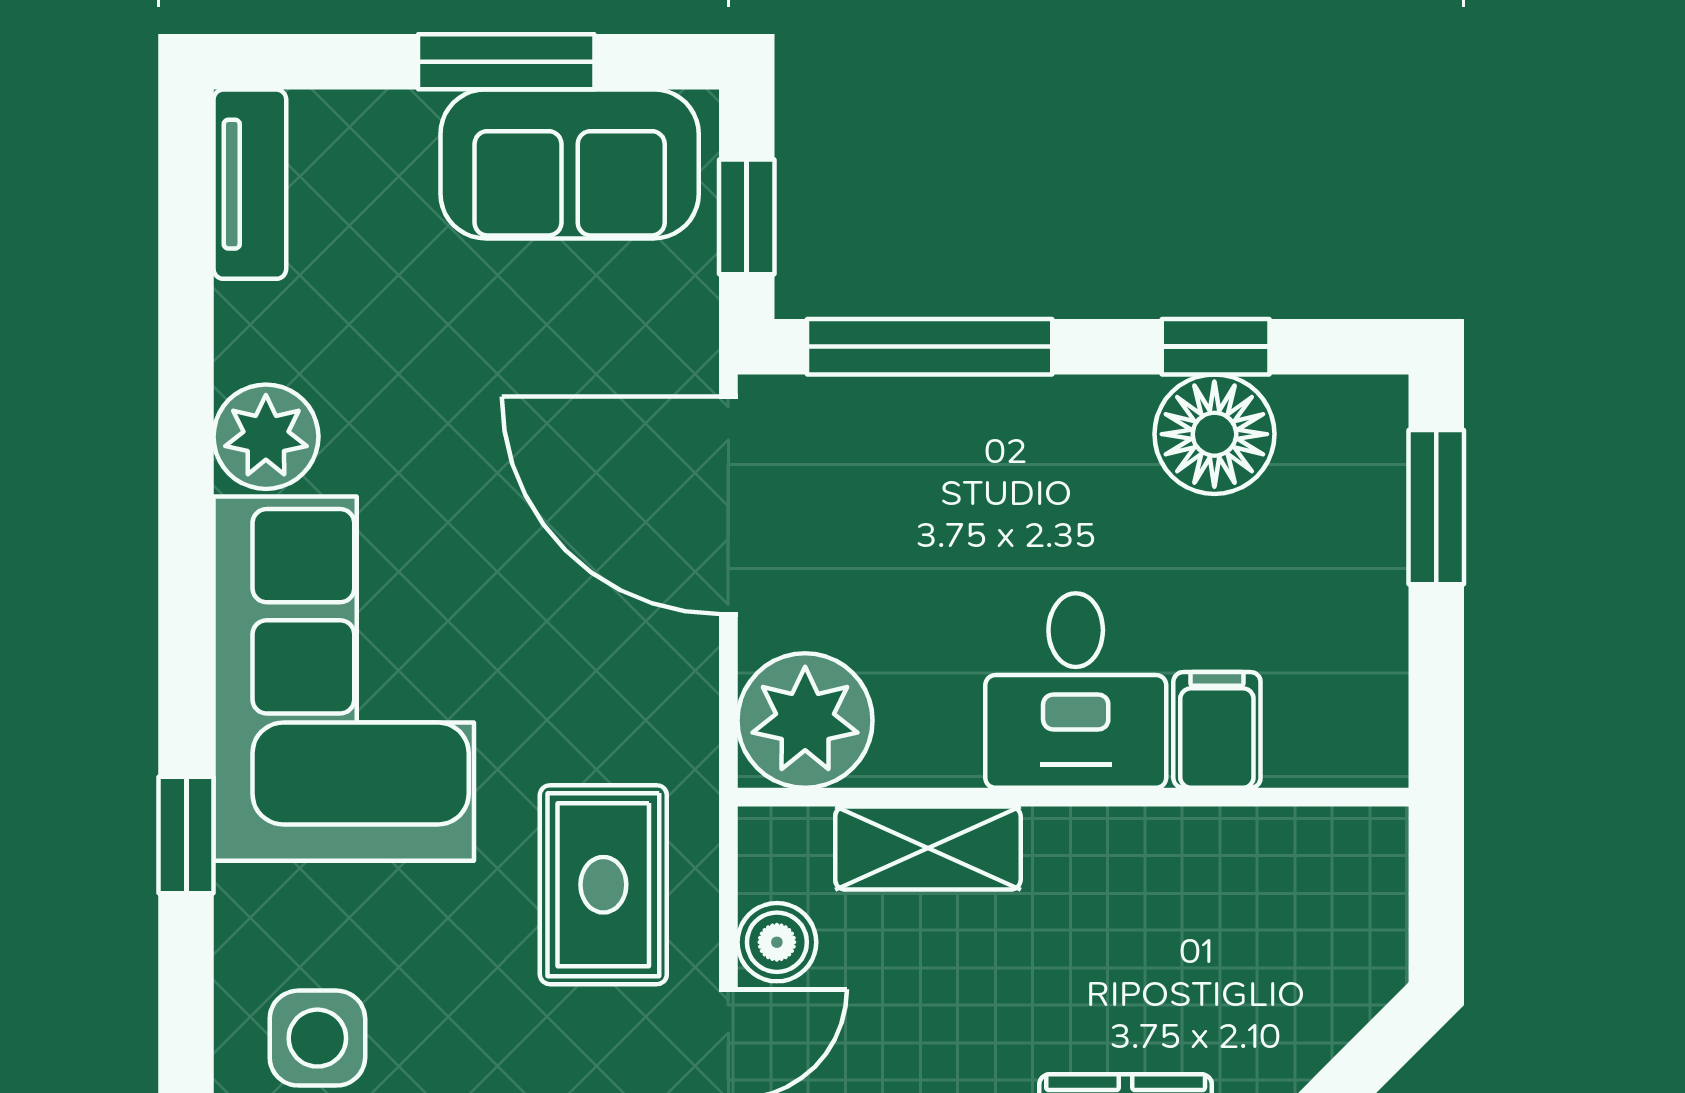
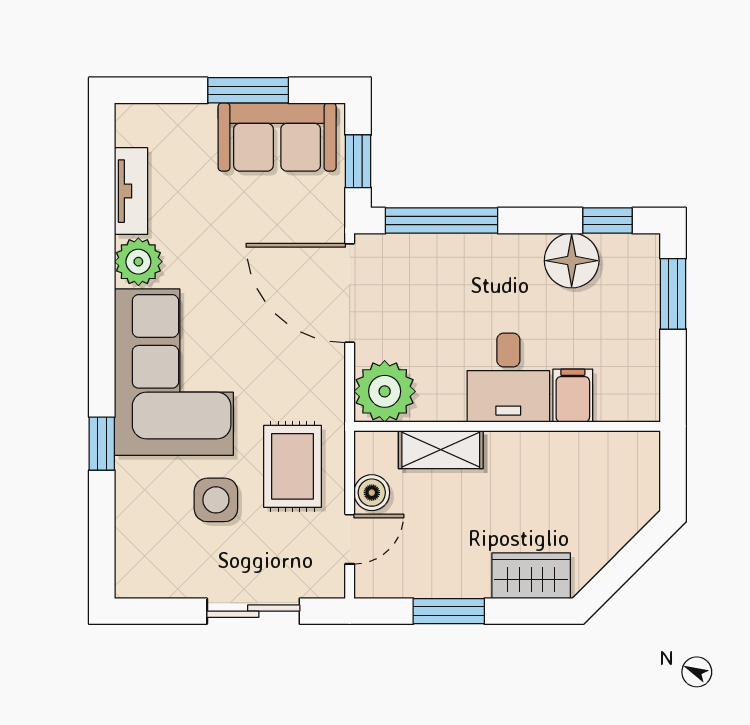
tv unit: (250, 184) -> (131, 191), moved
window: (1216, 347) -> (607, 221), moved
side table: (317, 1038) -> (216, 500), moved

